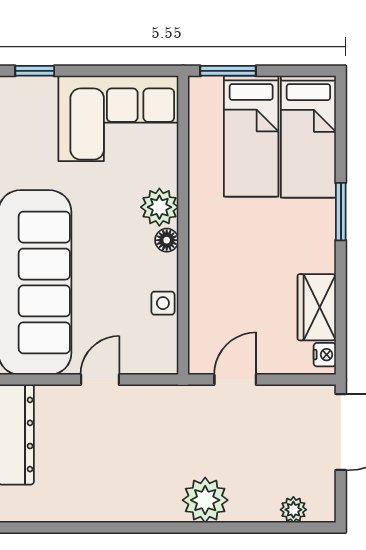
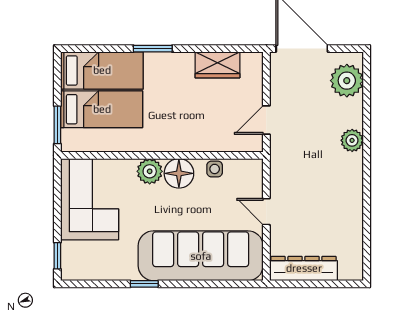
floor lamp: (167, 240) -> (179, 173), width x1.89, depth x1.89
nightstand: (325, 355) -> (249, 59), removed
door: (235, 380) -> (266, 120), hinge flipped
plant: (205, 500) -> (352, 140), width x0.73, depth x0.73
plant: (293, 510) -> (347, 81), width x1.88, depth x1.88

